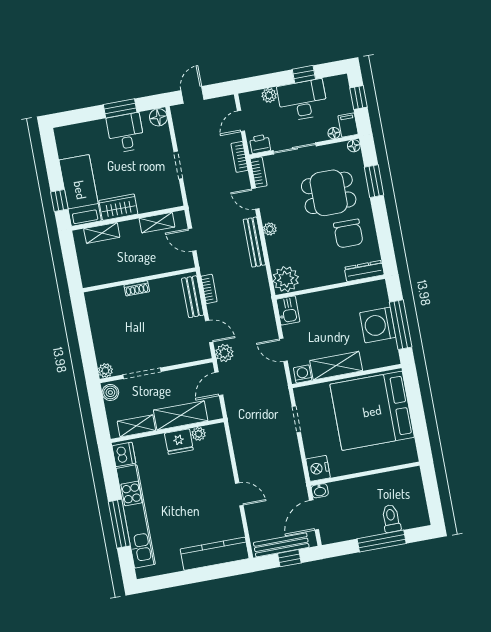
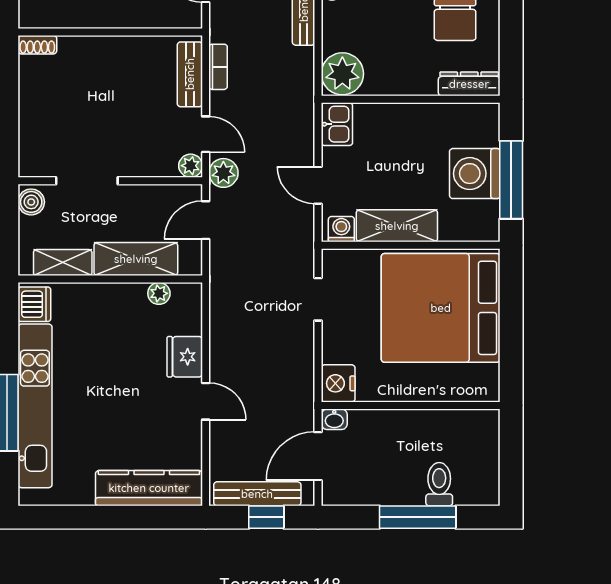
shoe rack: (137, 288) -> (37, 45), moved
plant: (105, 371) -> (191, 166), moved
fridge: (179, 442) -> (185, 357), moved, turned 90

